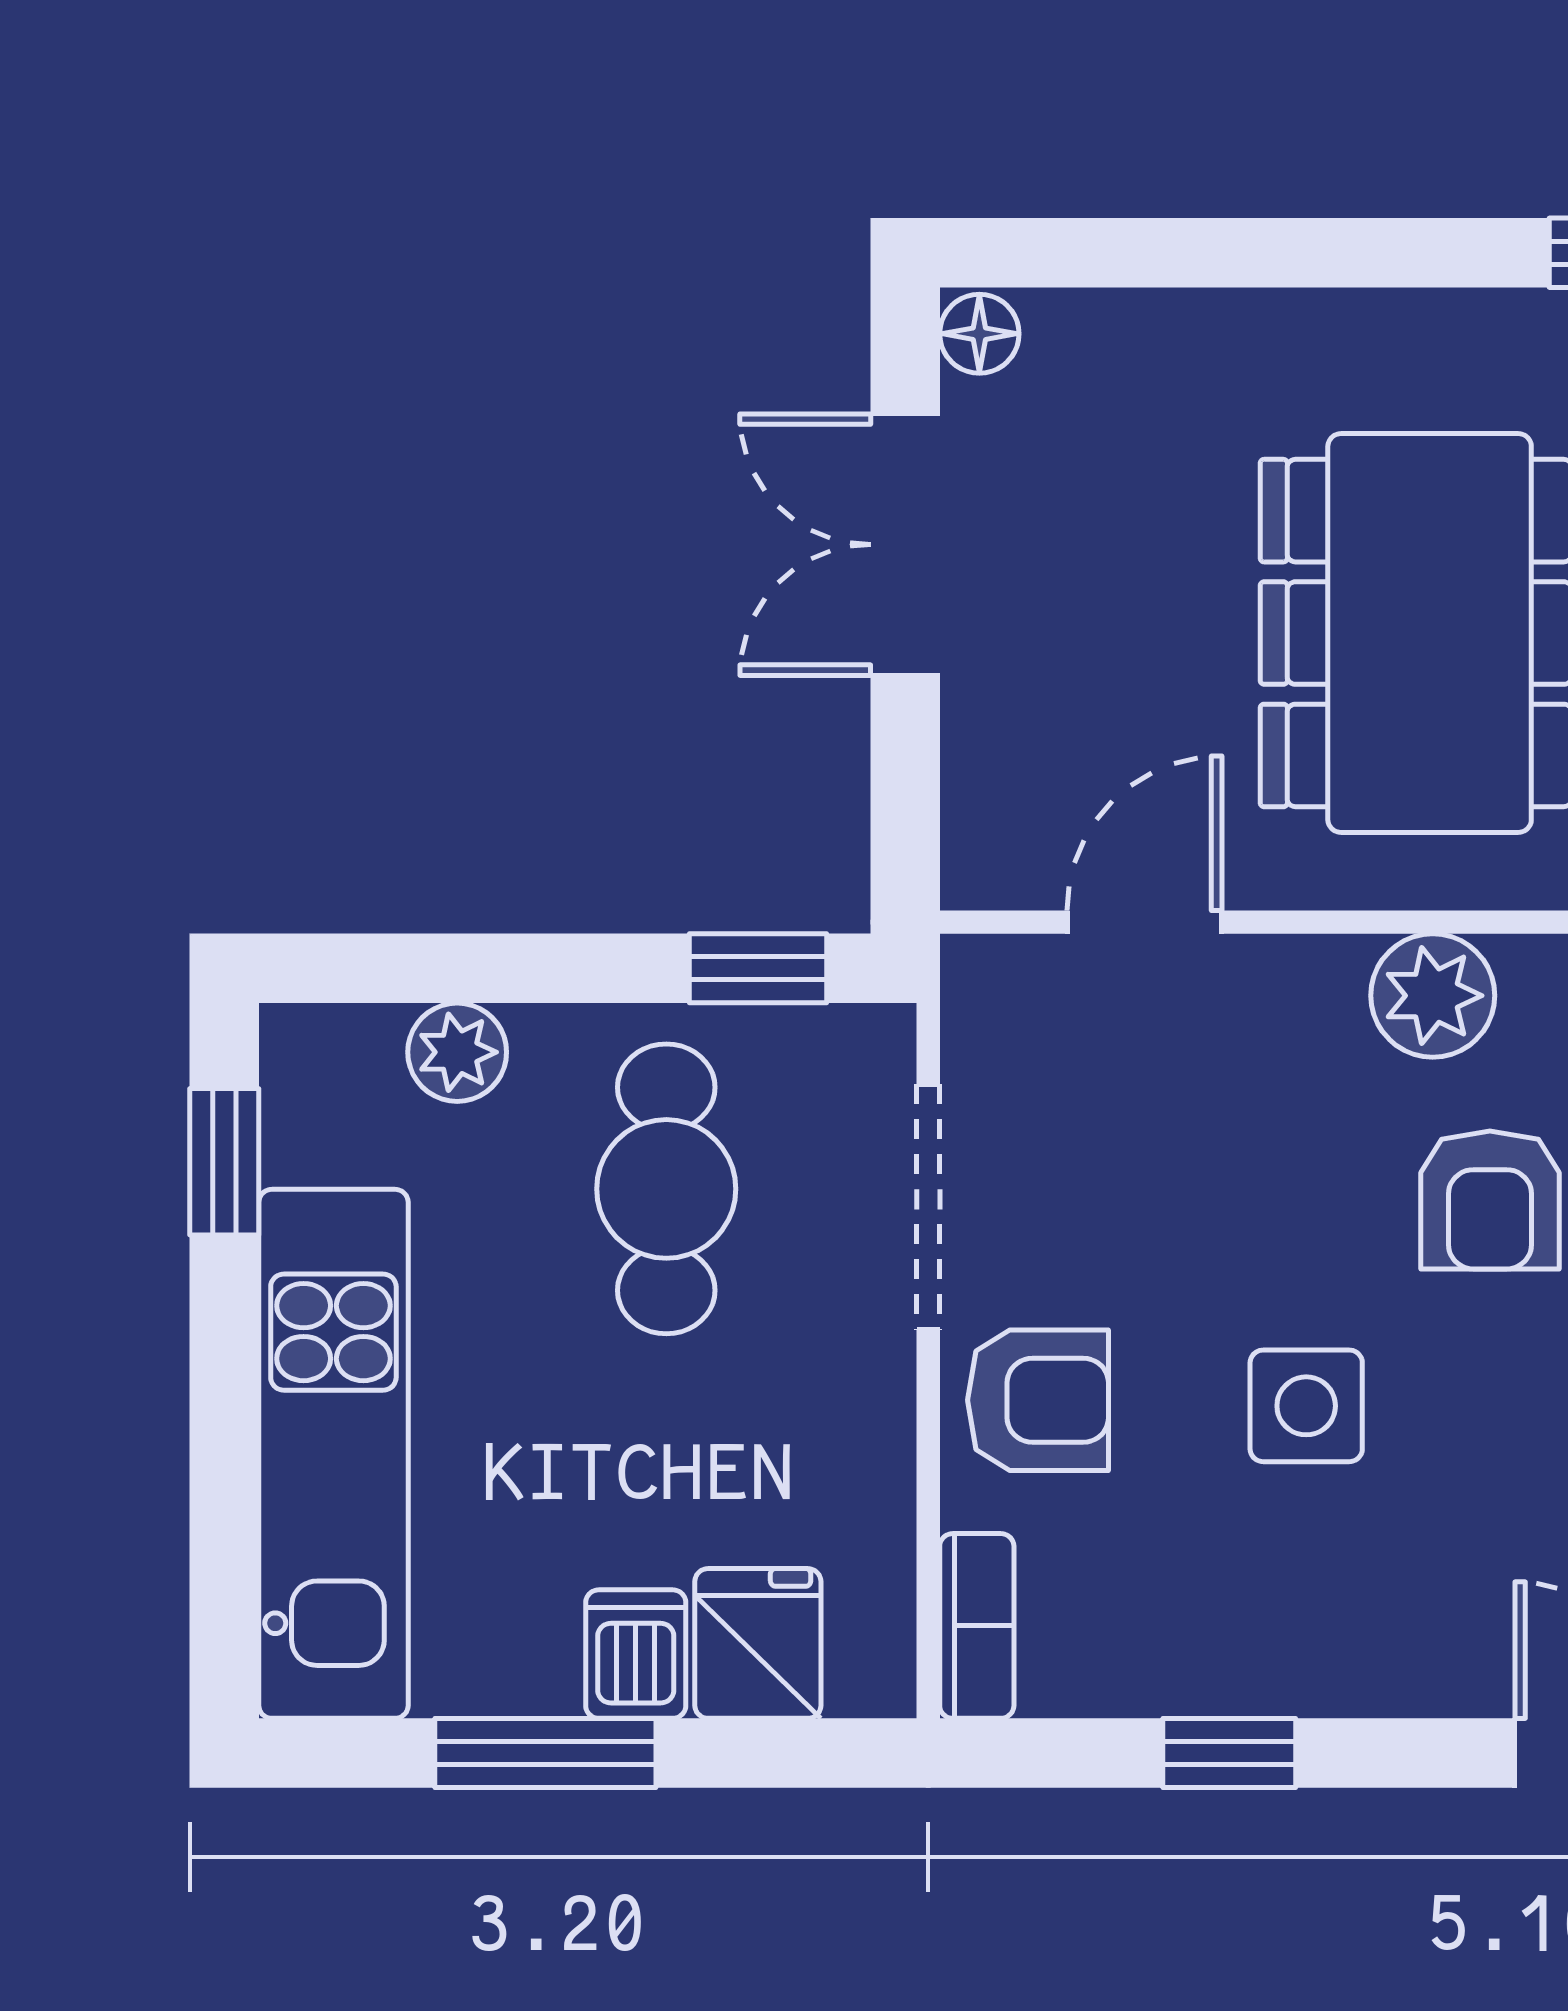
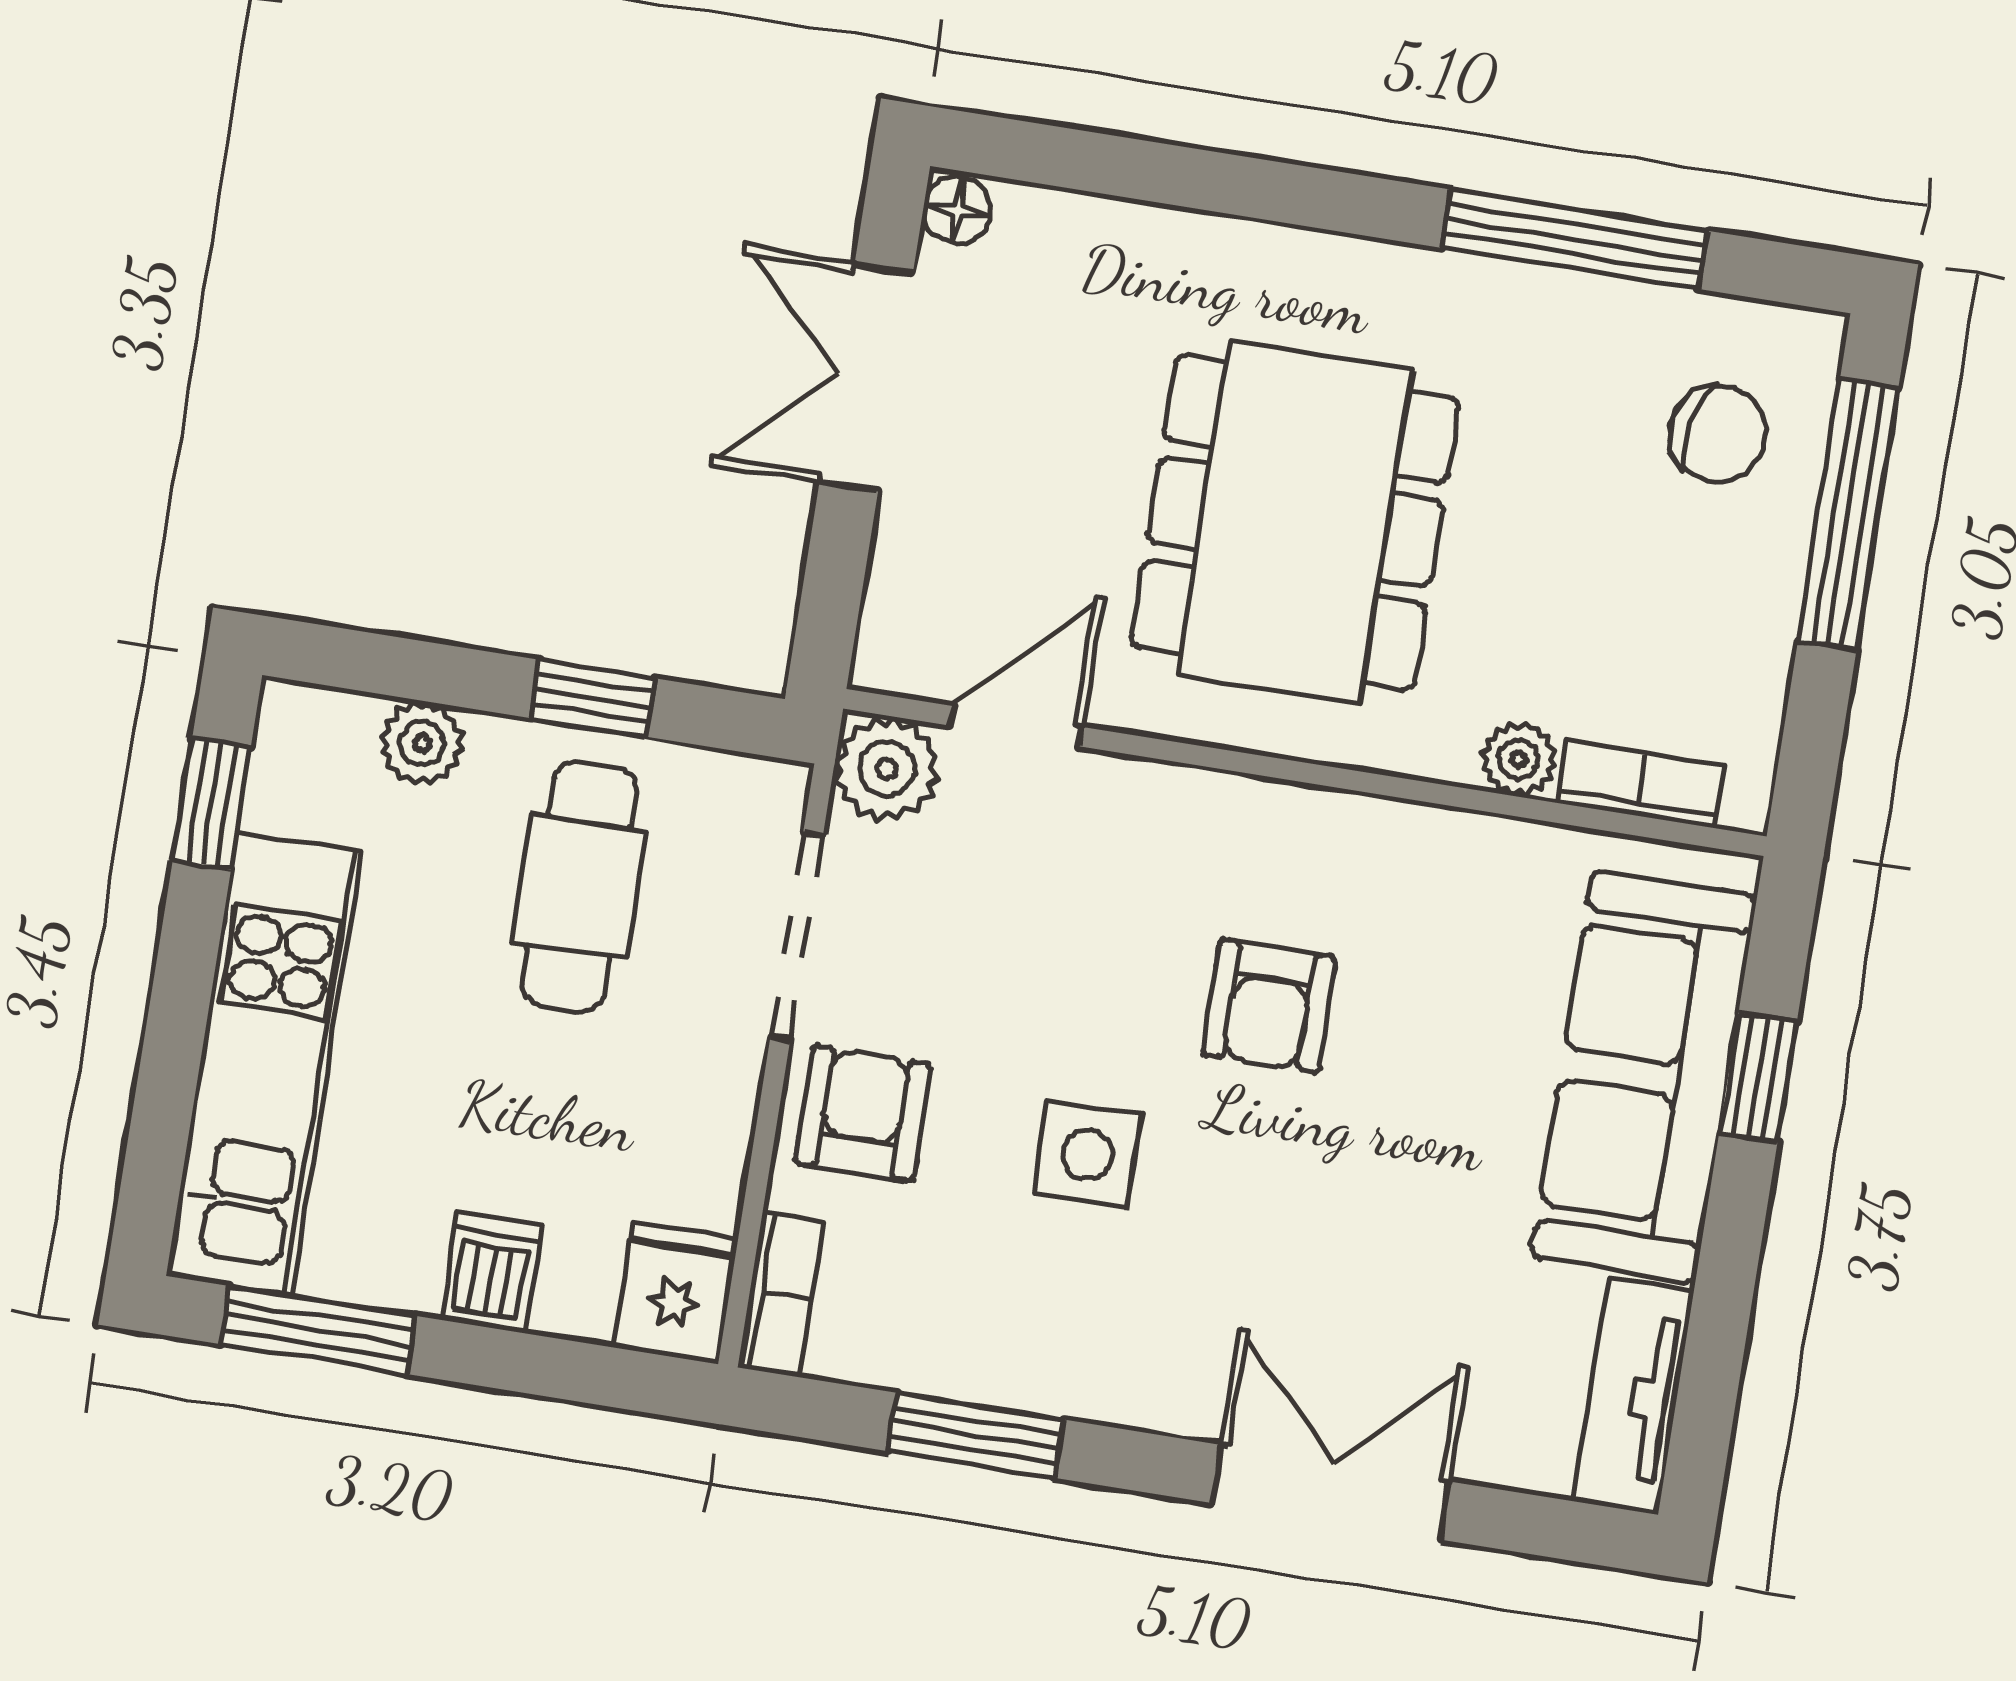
window: (758, 968) -> (593, 698), moved
plant: (1433, 996) -> (887, 769), moved
armchair: (1038, 1400) -> (863, 1113), turned -90
fridge: (758, 1643) -> (675, 1293), moved
window: (545, 1753) -> (318, 1330), moved
window: (1229, 1753) -> (976, 1435), width x1.50

